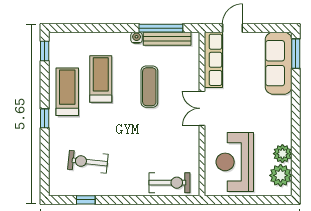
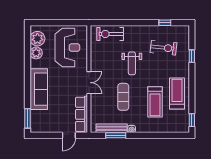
window: (161, 28) -> (116, 135), width x0.69
sofa: (279, 63) -> (39, 89), moved
treadmill: (67, 92) -> (177, 93), turned 180
window: (45, 118) -> (192, 56), moved
weight bench: (136, 138) -> (132, 63), added

